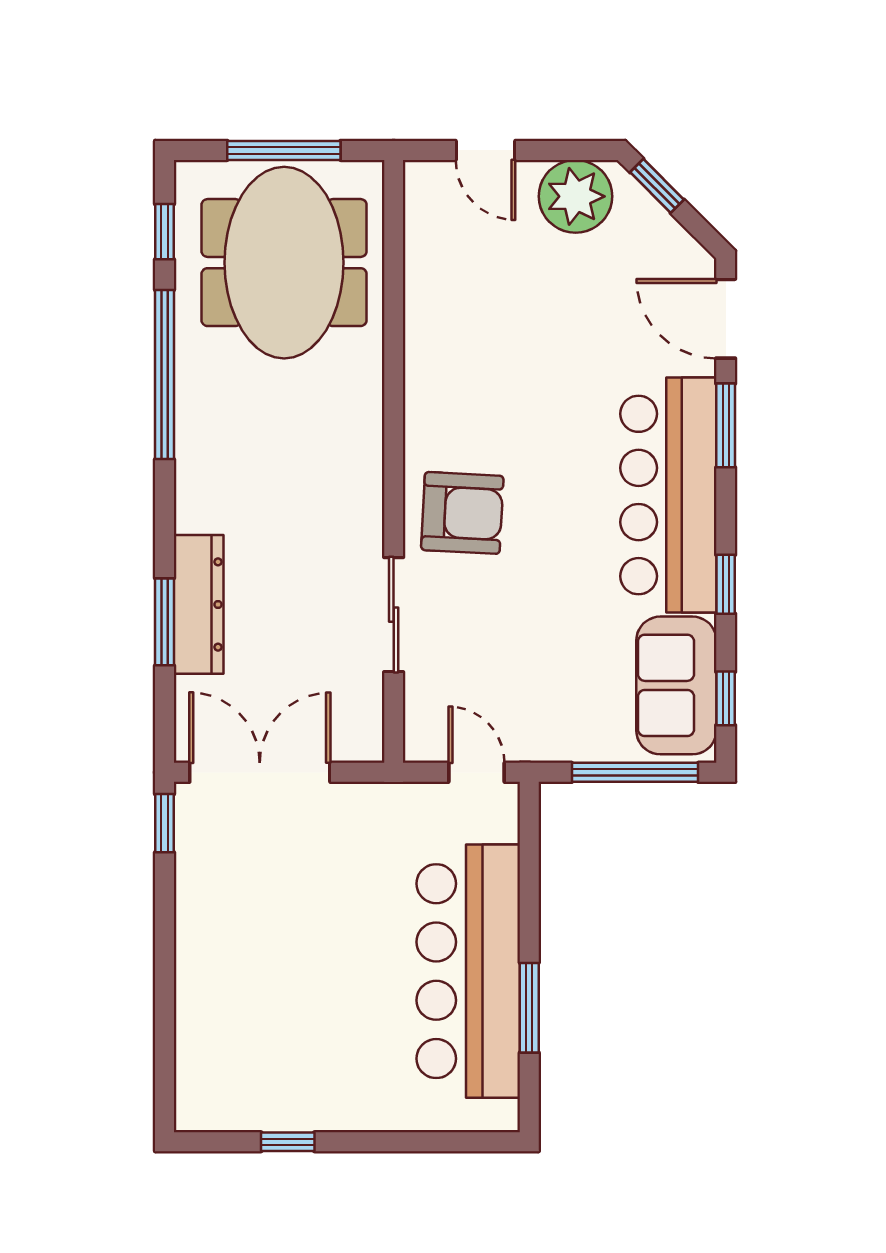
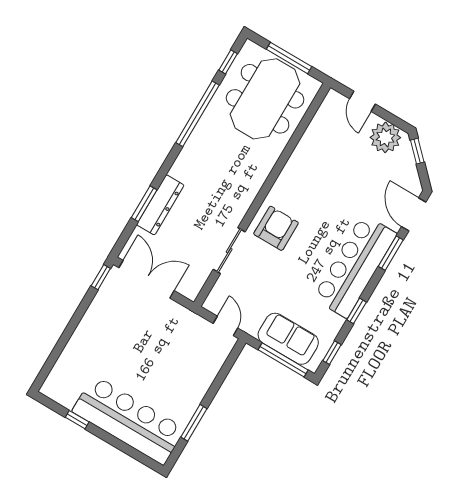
armchair: (462, 513) -> (276, 228), turned -93
sofa: (676, 685) -> (288, 339), moved, turned 90
bar counter: (468, 971) -> (129, 420), moved, turned 90

